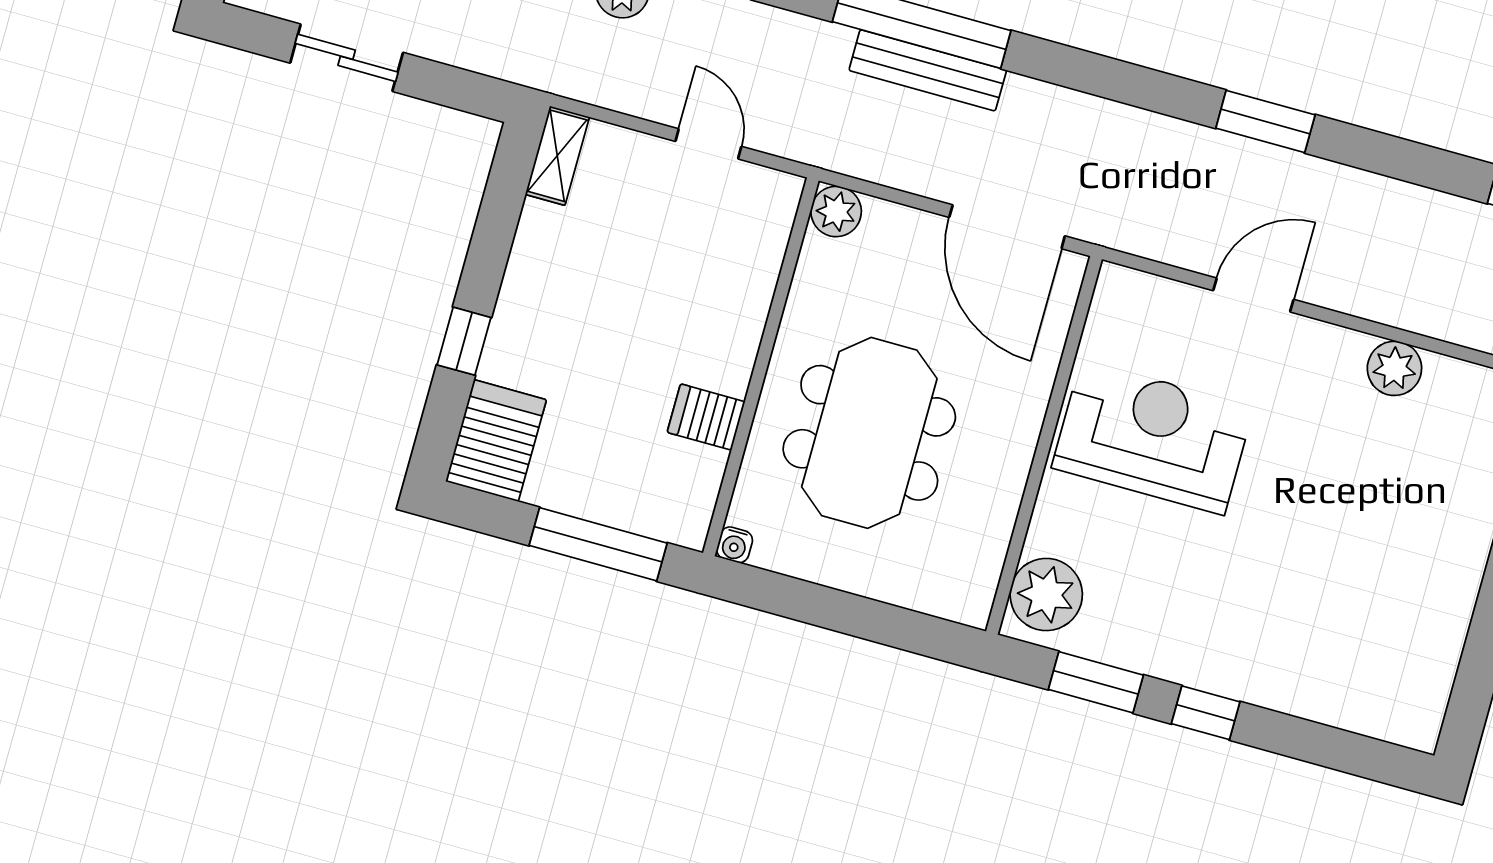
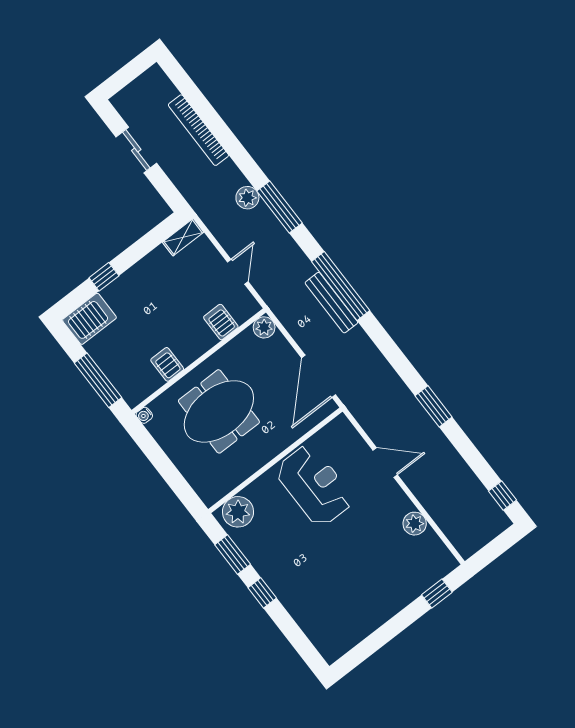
server rack: (747, 262) -> (221, 322), added

